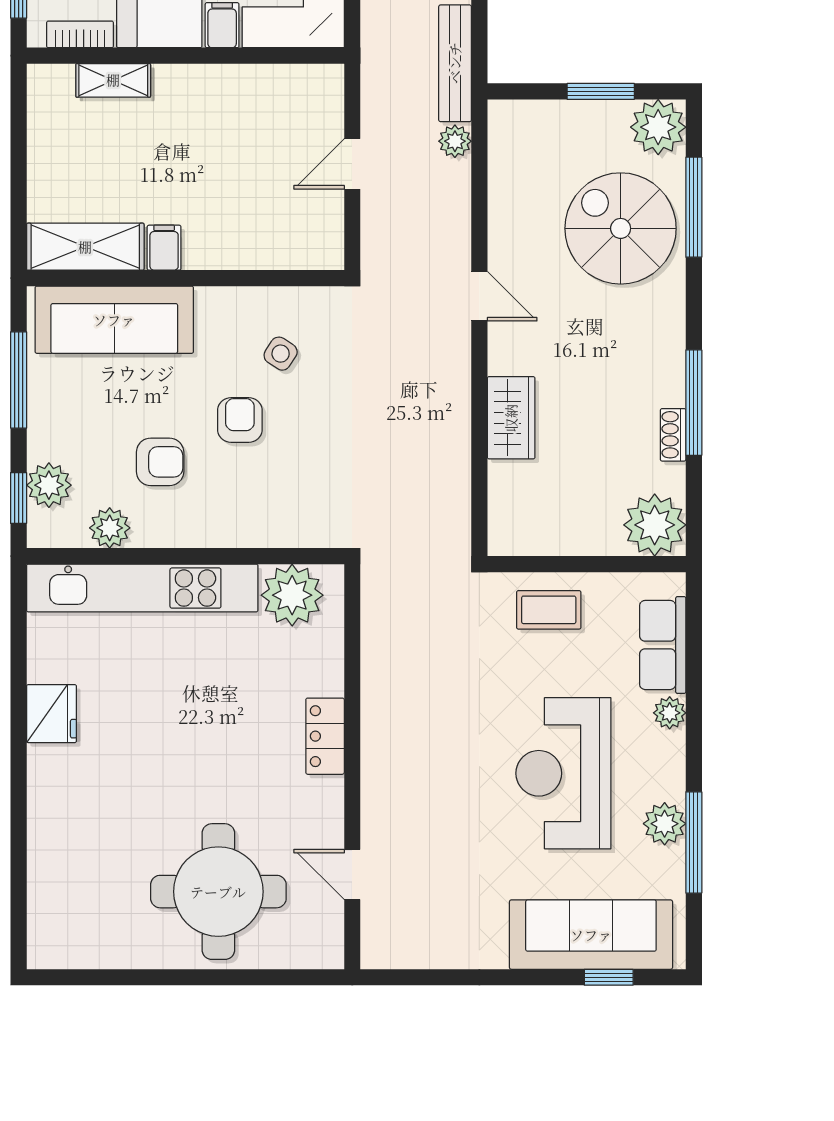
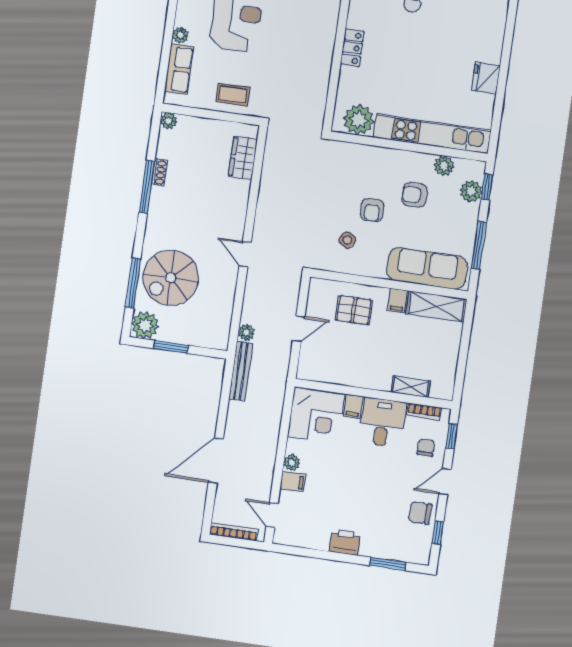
pallet: (248, 216) -> (354, 310), added
spiral stairs: (621, 228) -> (171, 278), turned 90
wardrobe: (511, 418) -> (243, 158), moved
plant: (655, 525) -> (168, 121), width x0.53, depth x0.53

